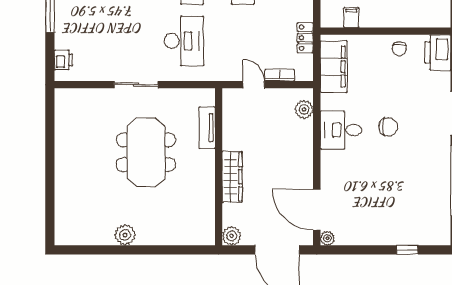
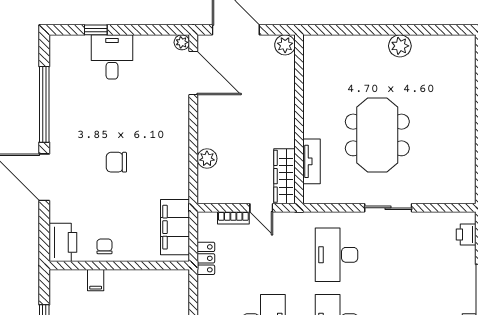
filing cabinet: (351, 18) -> (96, 280), moved
plant: (304, 109) -> (207, 158), moved
desk: (341, 130) -> (112, 57), moved, turned -90
wardrobe: (232, 177) -> (285, 176), moved

